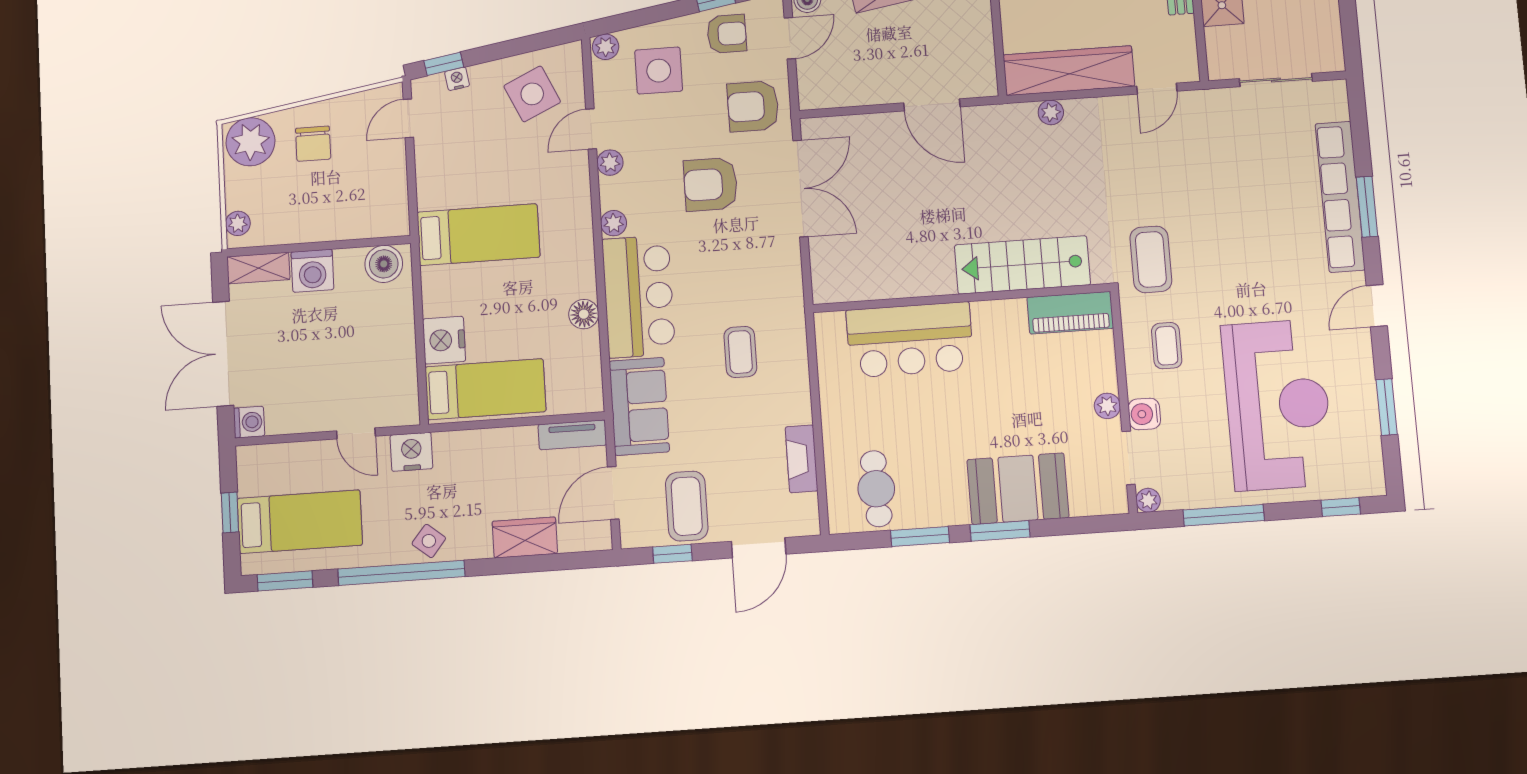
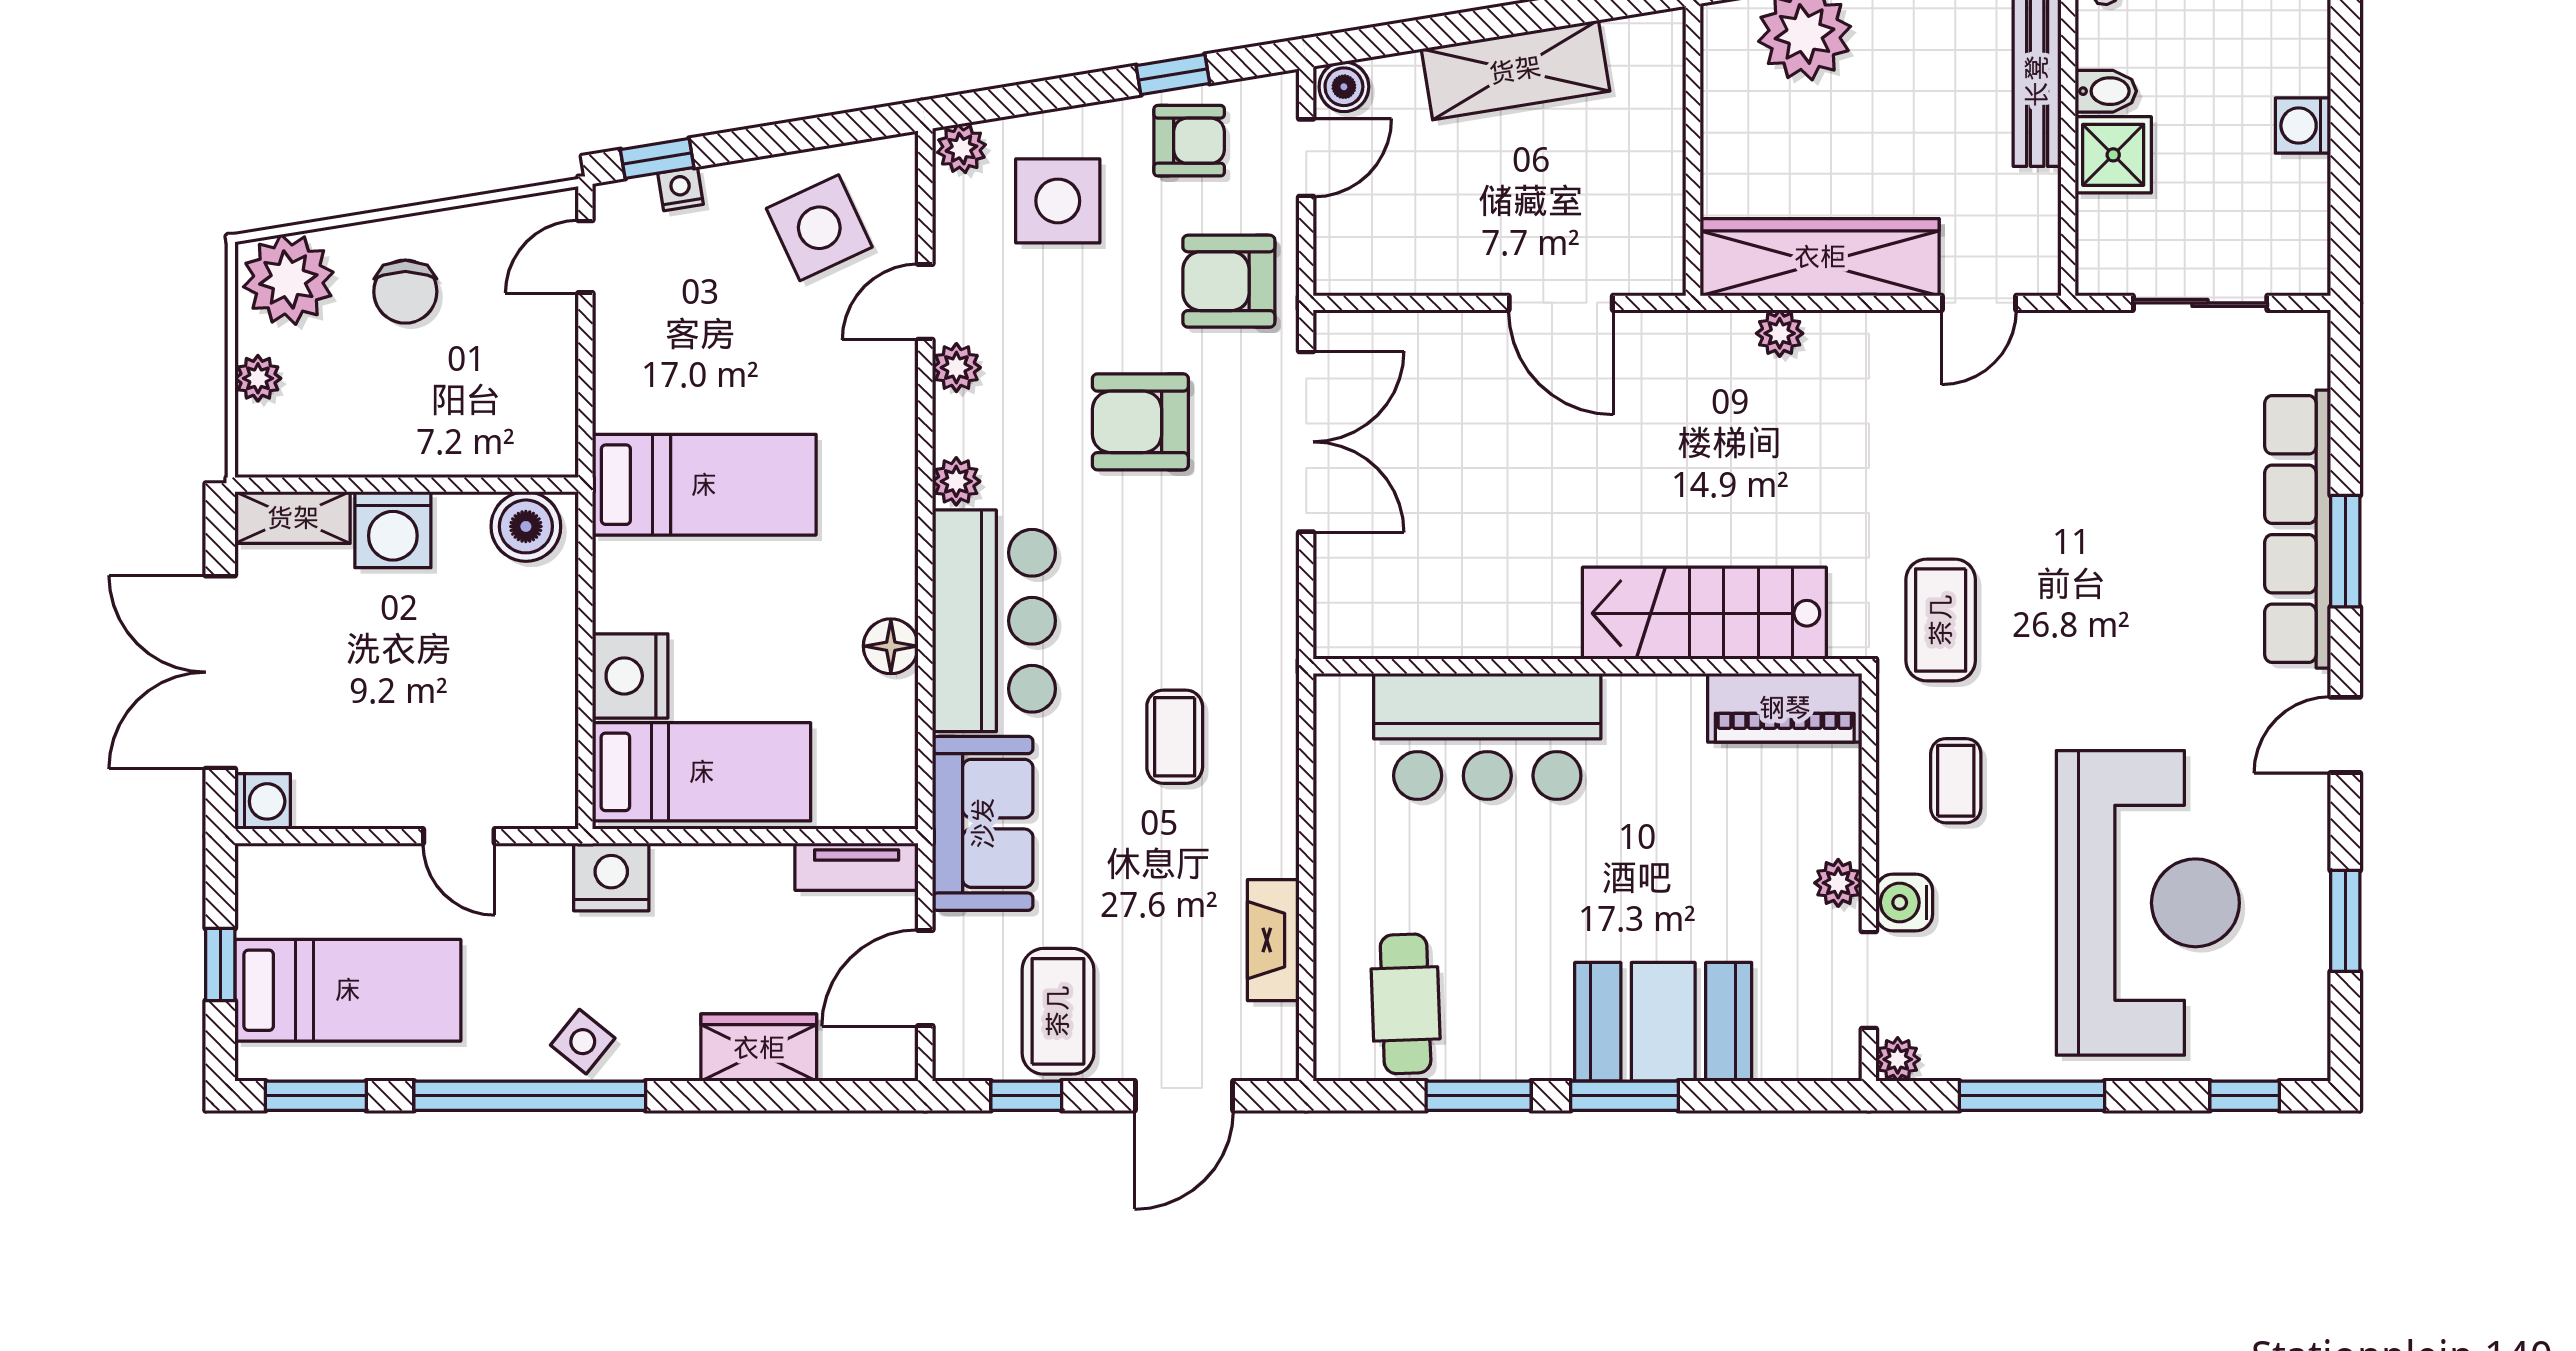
plant: (238, 223) -> (258, 378), moved
nightstand: (411, 452) -> (611, 877), moved

